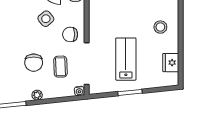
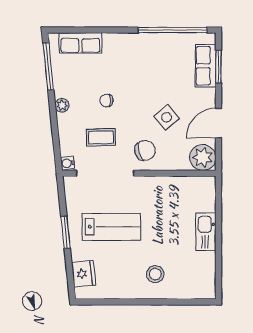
chair: (70, 34) -> (145, 150), turned 72
chair: (34, 63) -> (106, 101), width x0.54, depth x0.54
fridge: (171, 63) -> (84, 274), moved, turned 84

